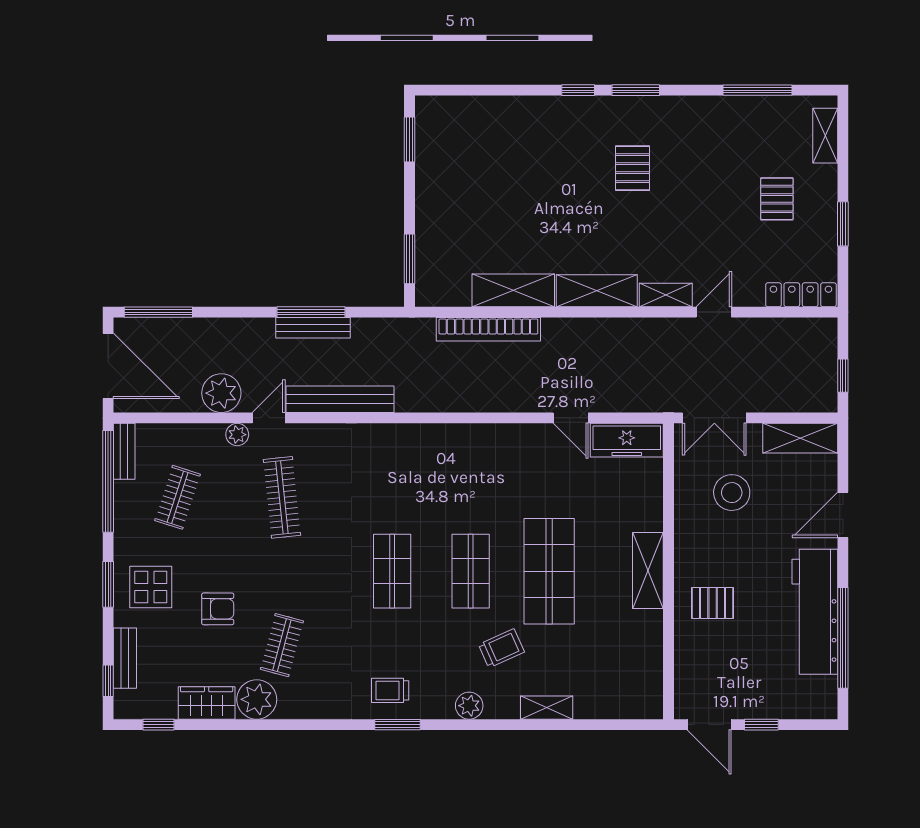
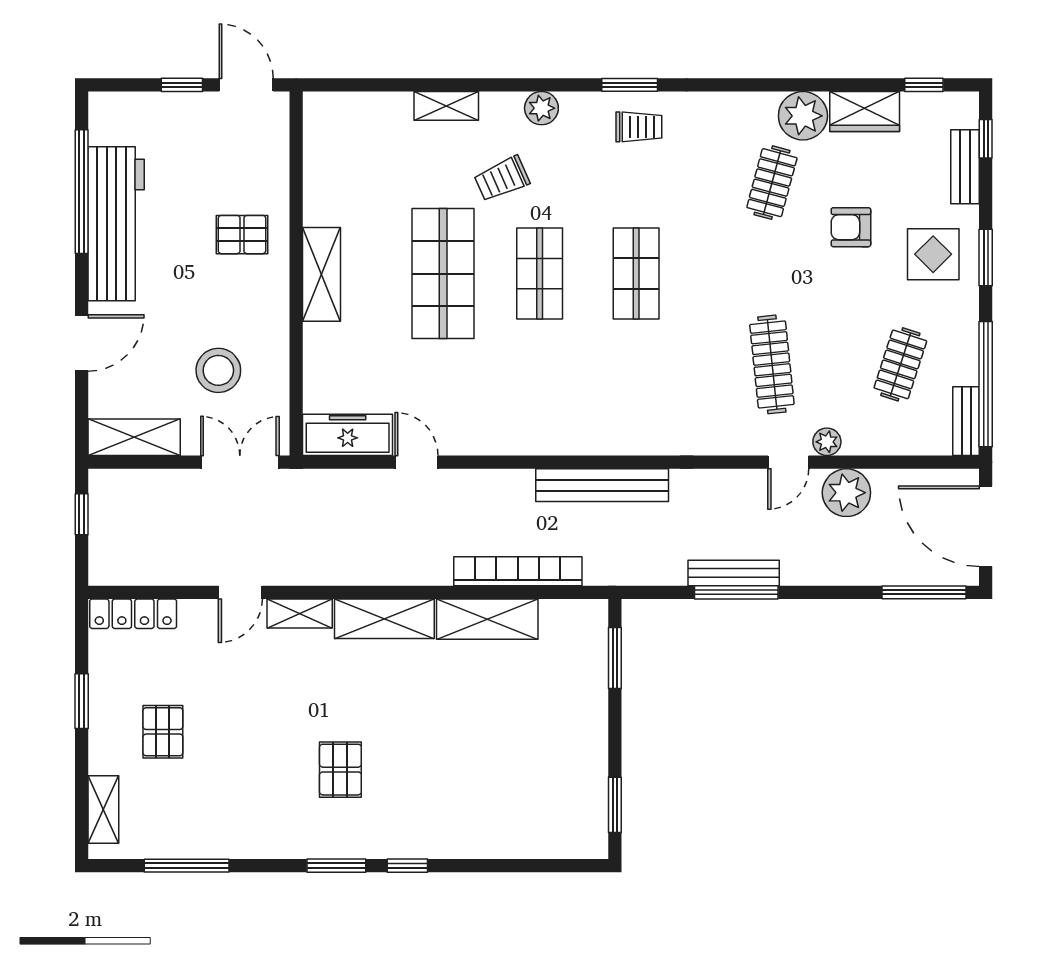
bench: (340, 399) -> (602, 485), moved

